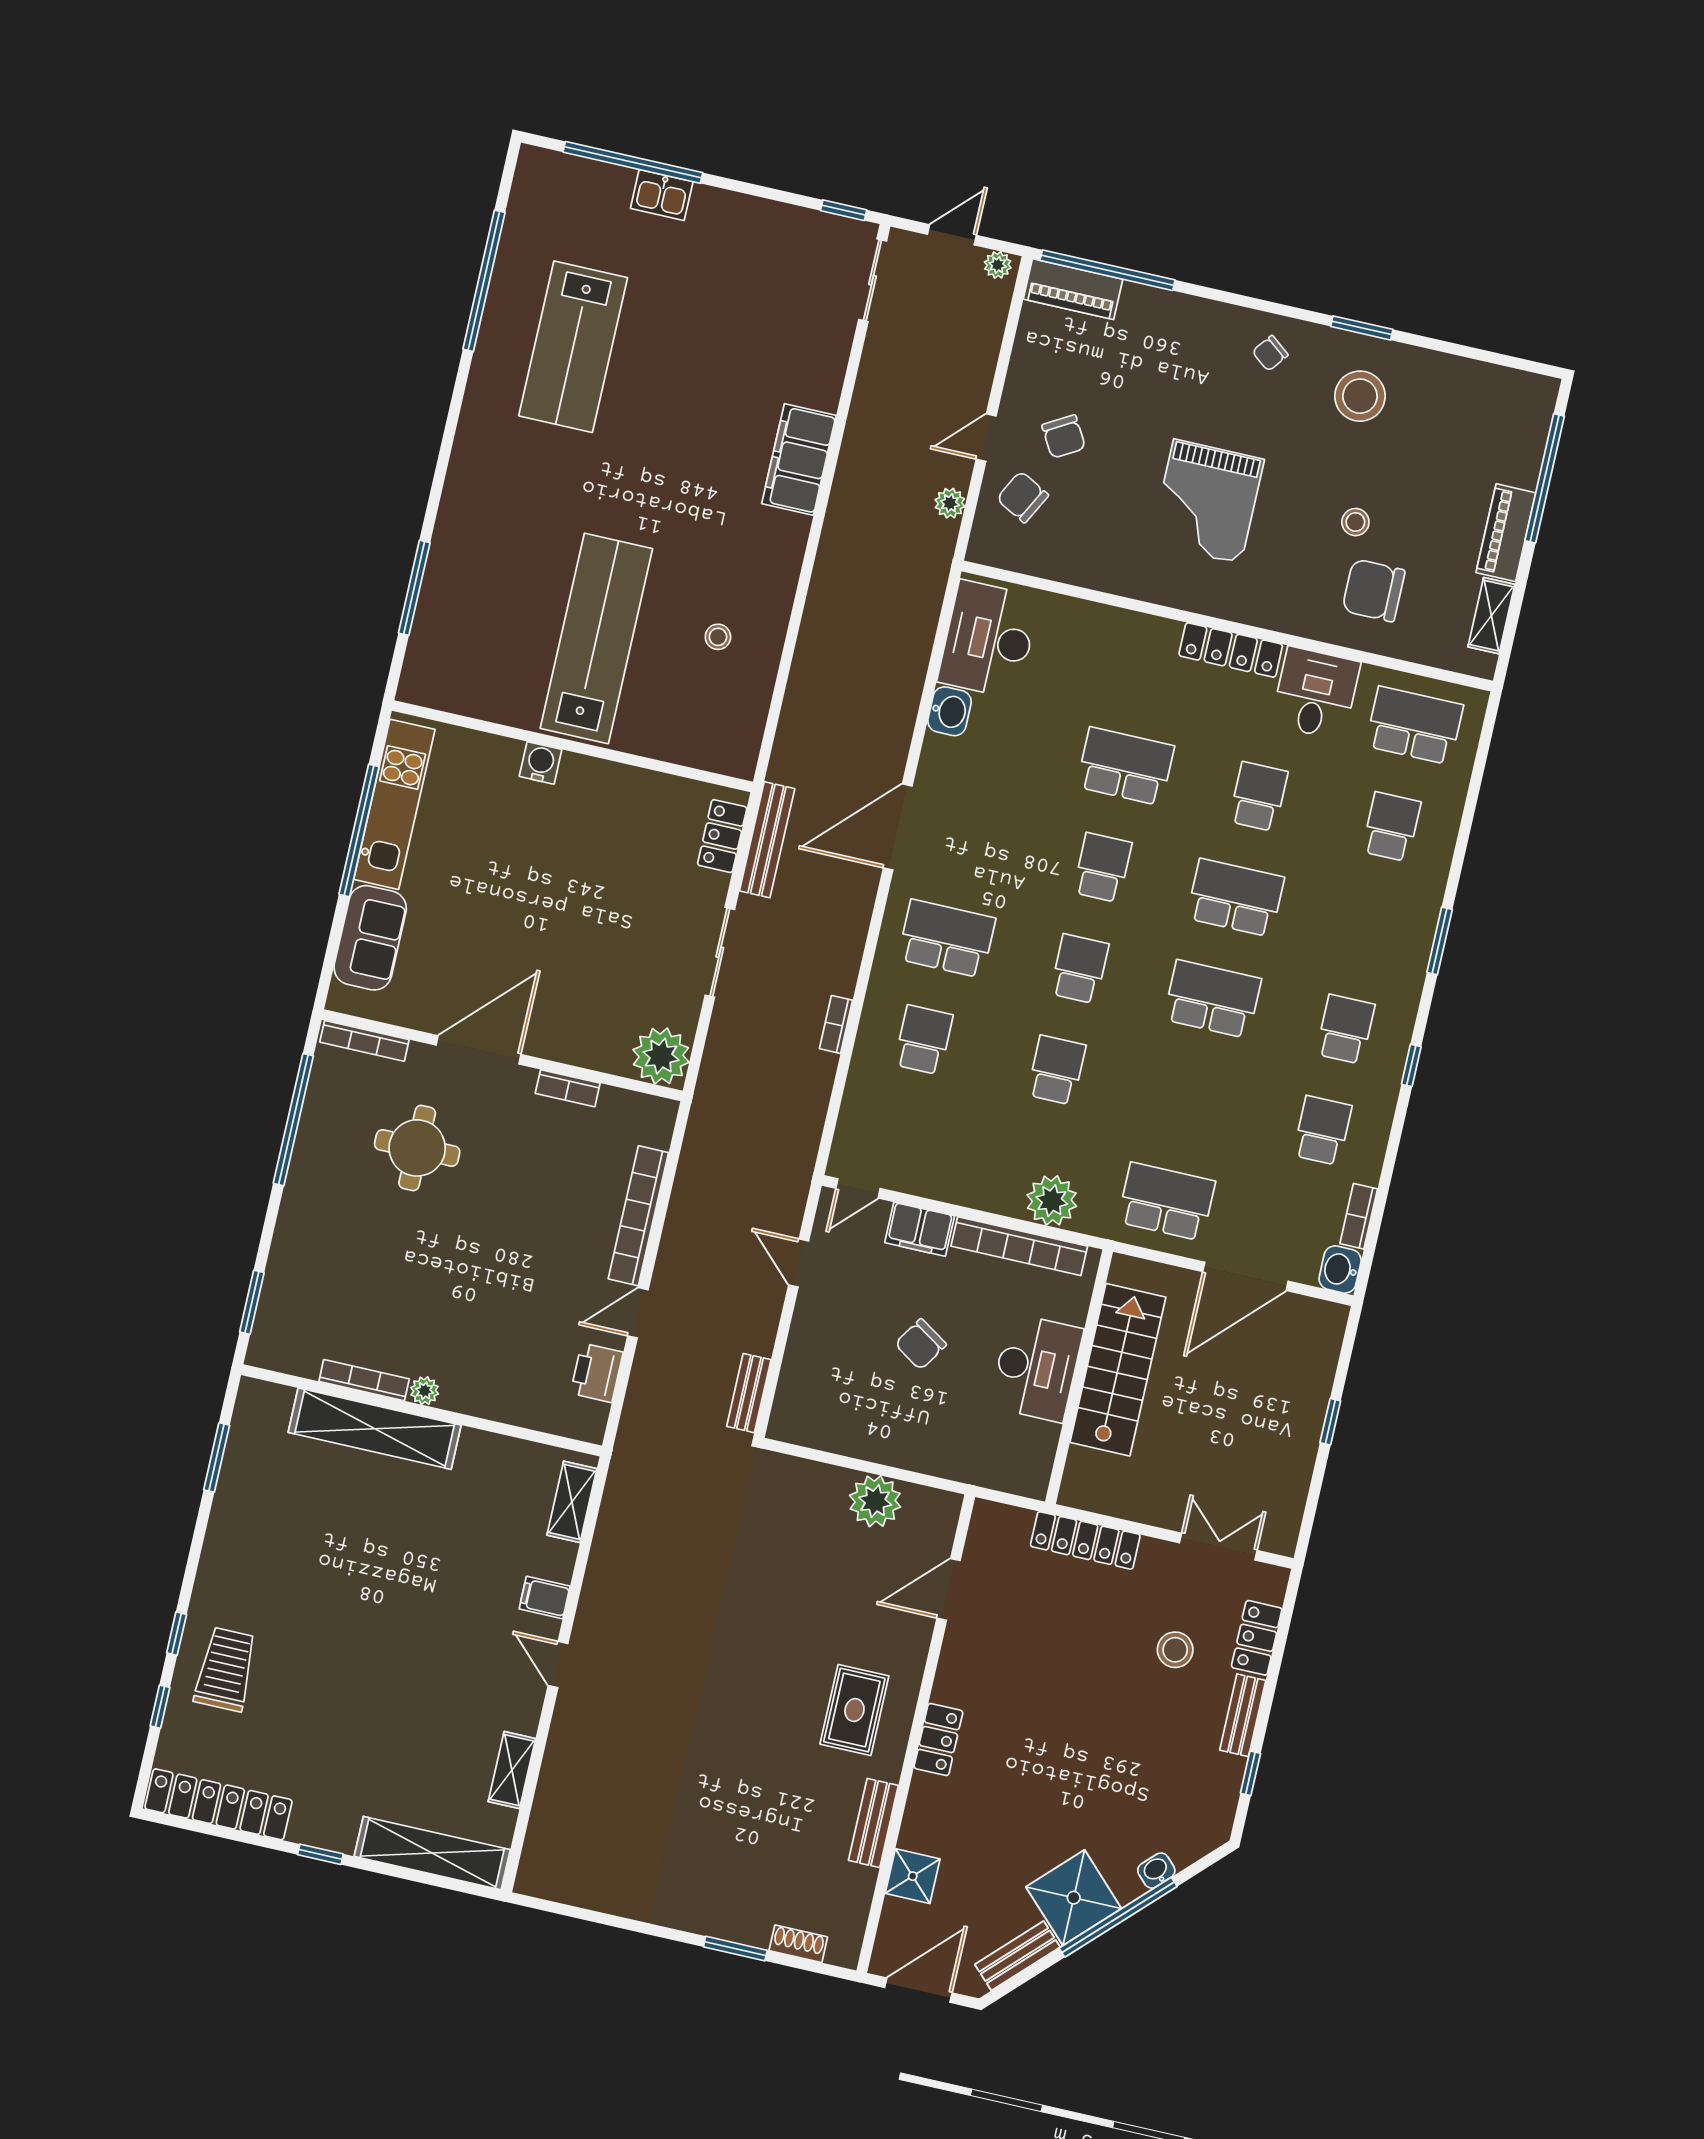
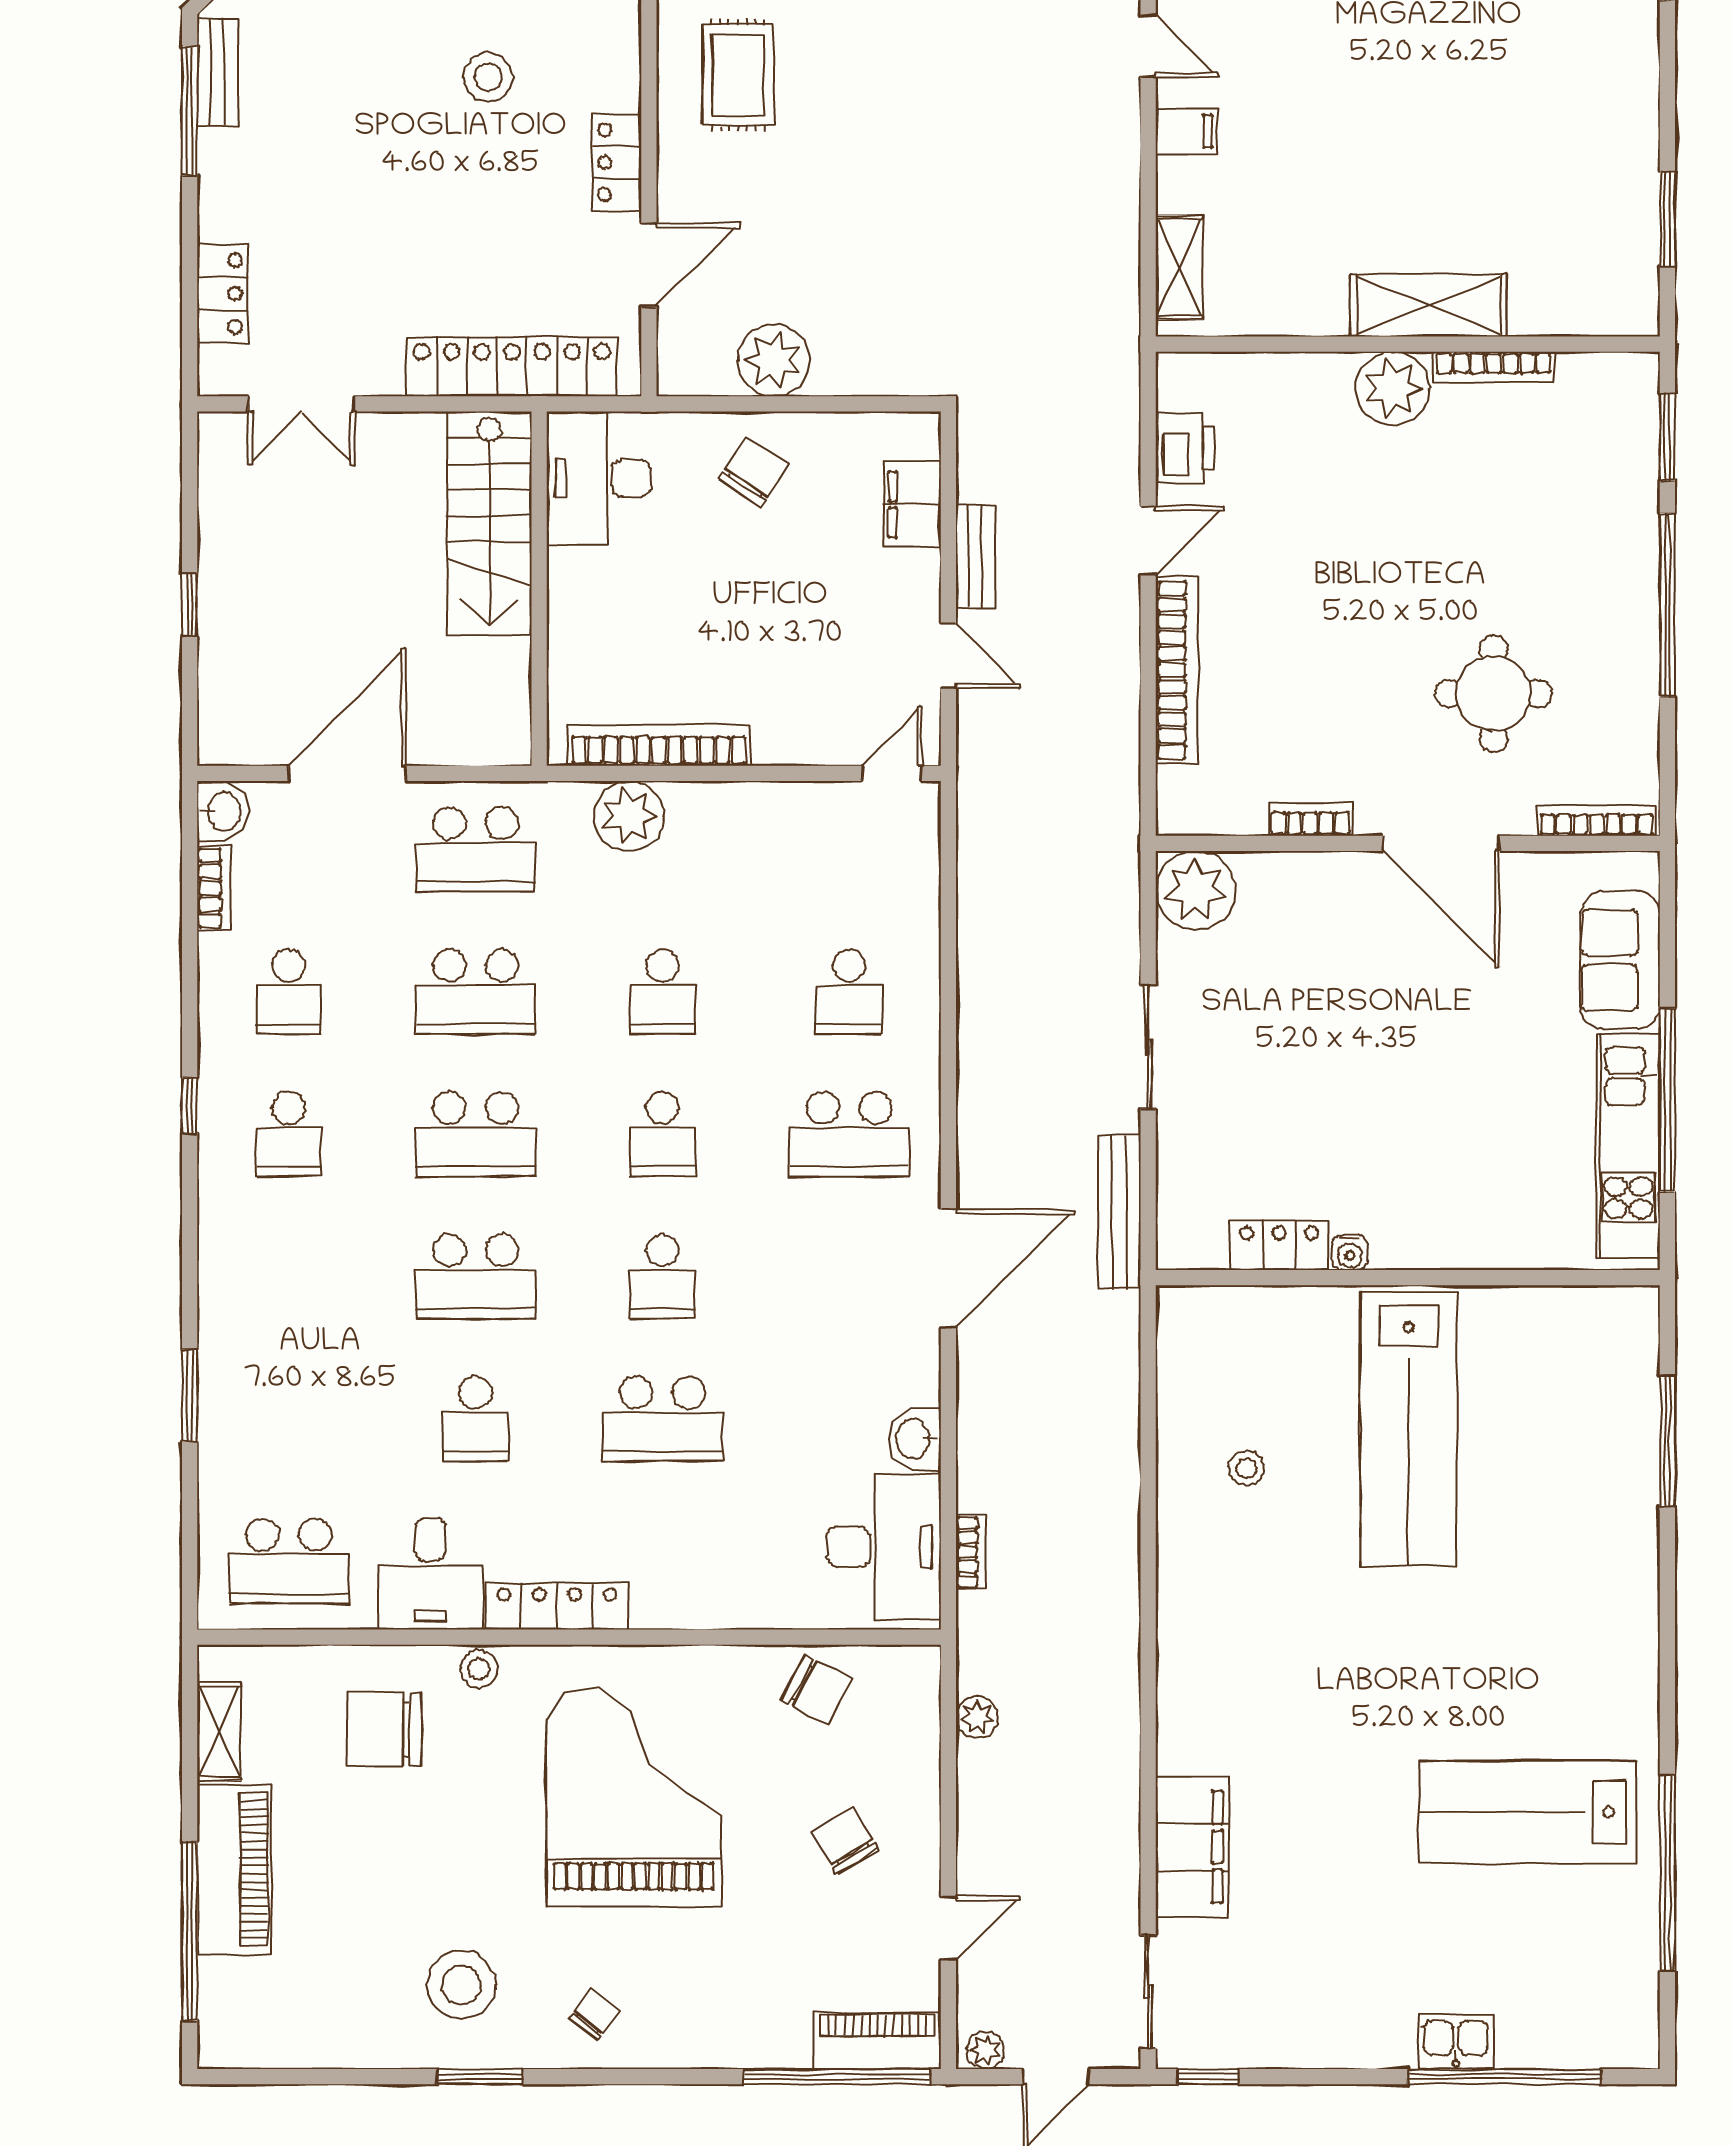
lab bench: (573, 347) -> (1528, 1812), turned -90
door: (986, 438) -> (948, 1928), moved
filing cabinet: (799, 460) -> (1192, 1847), moved
chair: (1023, 497) -> (817, 1690), moved
grand piano: (1207, 501) -> (634, 1798), width x1.37, depth x1.48
stool: (1355, 522) -> (479, 1669), moved
piano: (1506, 533) -> (234, 1870), width x1.37, depth x1.33
chair: (1374, 590) -> (384, 1729), turned 180
water cooler: (541, 763) -> (1350, 1253), moved, width x0.72, depth x0.72
school desk: (1391, 827) -> (476, 992), moved, width x1.85
locker: (722, 836) -> (1279, 1246), moved, turned -90
window: (1440, 941) -> (190, 1396), moved
bookcase: (836, 1024) -> (971, 1552), moved
door: (478, 1050) -> (1441, 843), hinge flipped
window: (293, 1120) -> (1667, 605), moved
filing cabinet: (920, 1229) -> (913, 504), moved, turned -90
chair: (921, 1344) -> (754, 472), moved
desk: (1036, 1368) -> (599, 478), moved
stairs: (1118, 1370) -> (489, 523), moved
plant: (425, 1391) -> (1393, 388), width x1.88, depth x1.88
bench: (749, 1393) -> (976, 556), moved
shelving: (375, 1429) -> (1428, 305), width x0.68
locker: (1085, 1540) -> (512, 367), width x1.41, depth x1.21
stool: (1175, 1650) -> (488, 77), moved
bench: (1243, 1715) -> (218, 72), moved
locker: (938, 1740) -> (617, 162), moved
window: (1250, 1773) -> (190, 111), width x2.17

